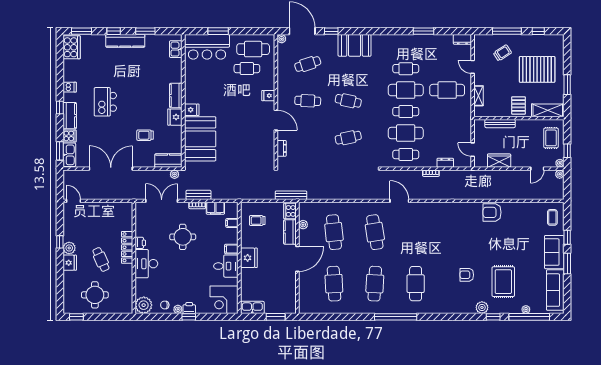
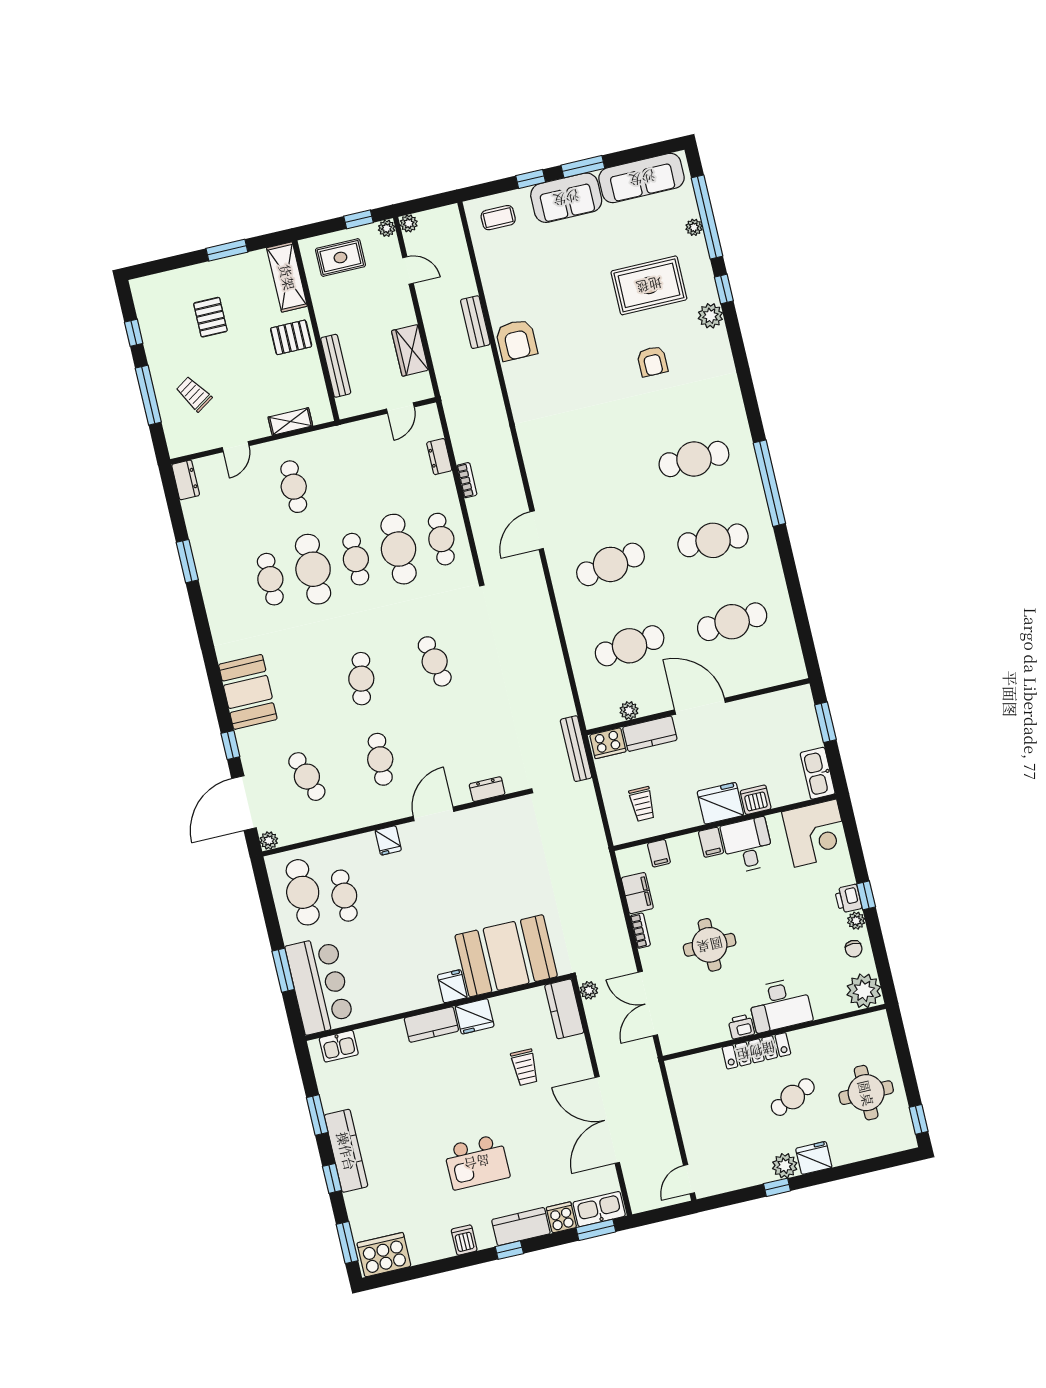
pallet: (537, 69) -> (210, 317), width x0.49, depth x0.50
cafe table: (447, 90) -> (294, 487), width x0.73, depth x0.74
bench: (198, 195) -> (475, 322), moved
dishwasher: (247, 275) -> (756, 800), added

